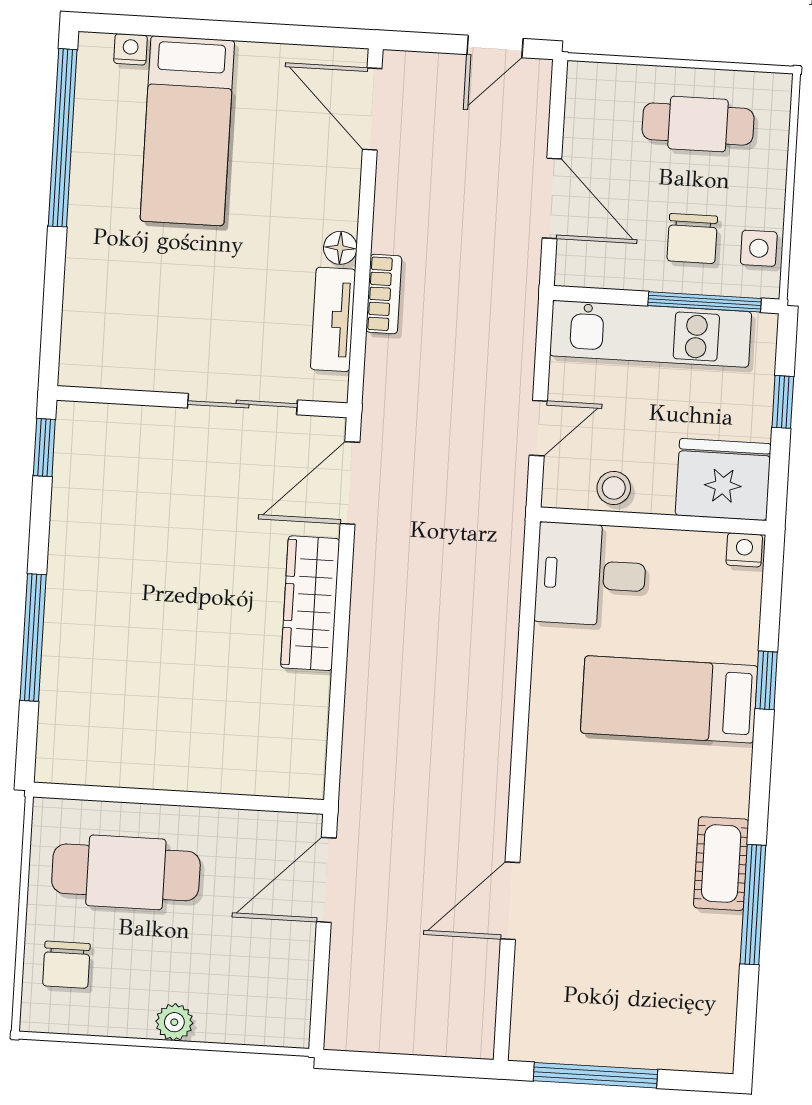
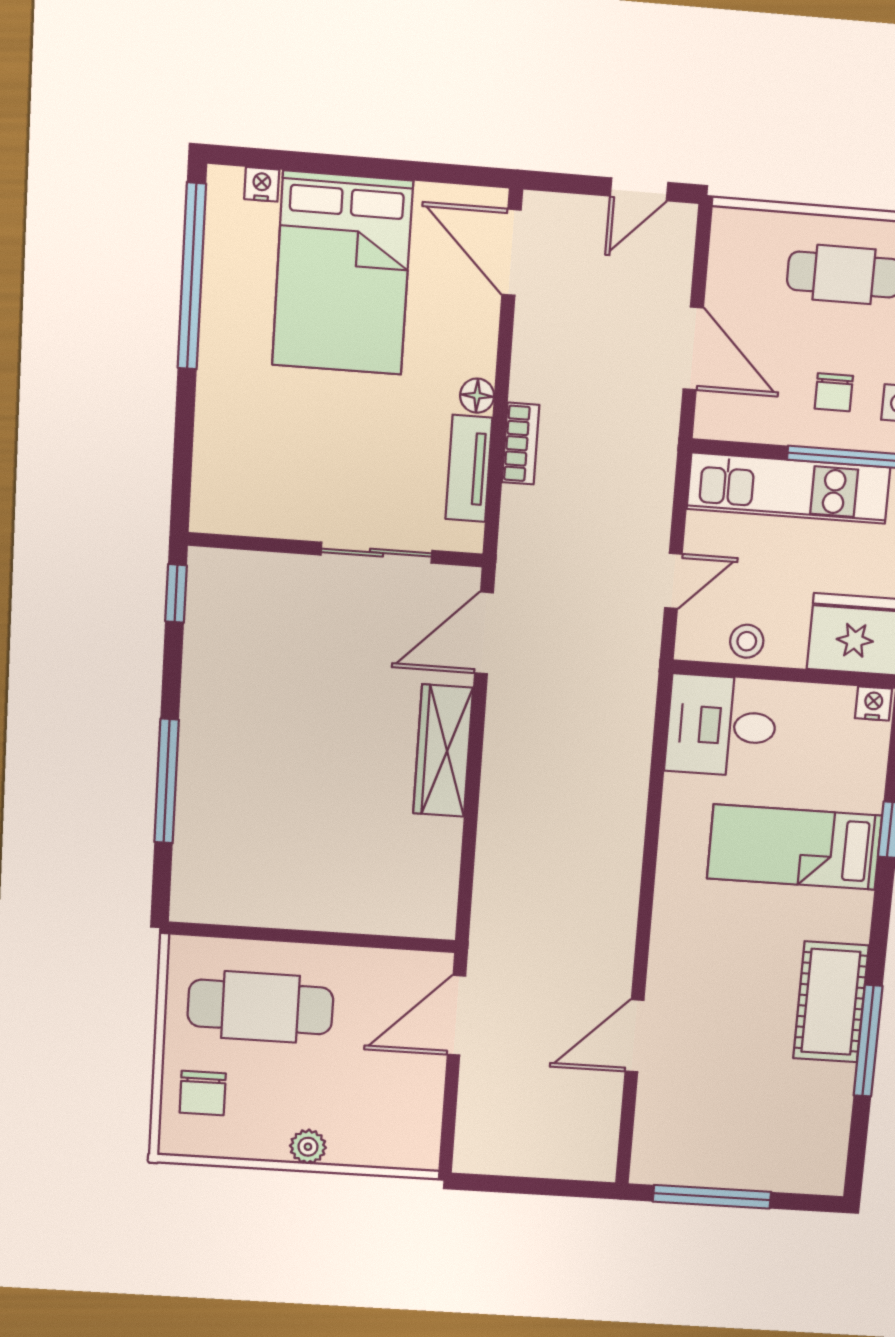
bed: (187, 131) -> (342, 273), width x1.50
chair: (692, 239) -> (834, 392), width x0.73, depth x0.73
cot: (721, 864) -> (831, 1002), width x1.37, depth x1.34

